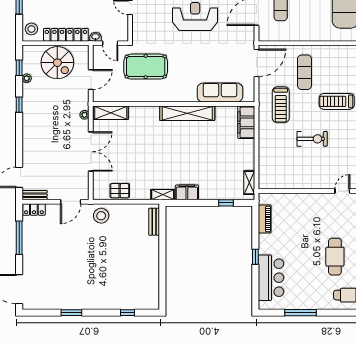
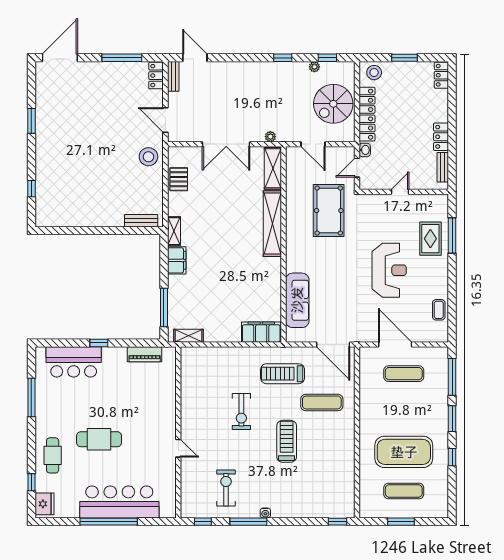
shelving: (187, 113) -> (272, 224), moved
window: (226, 203) -> (164, 308), width x2.17

